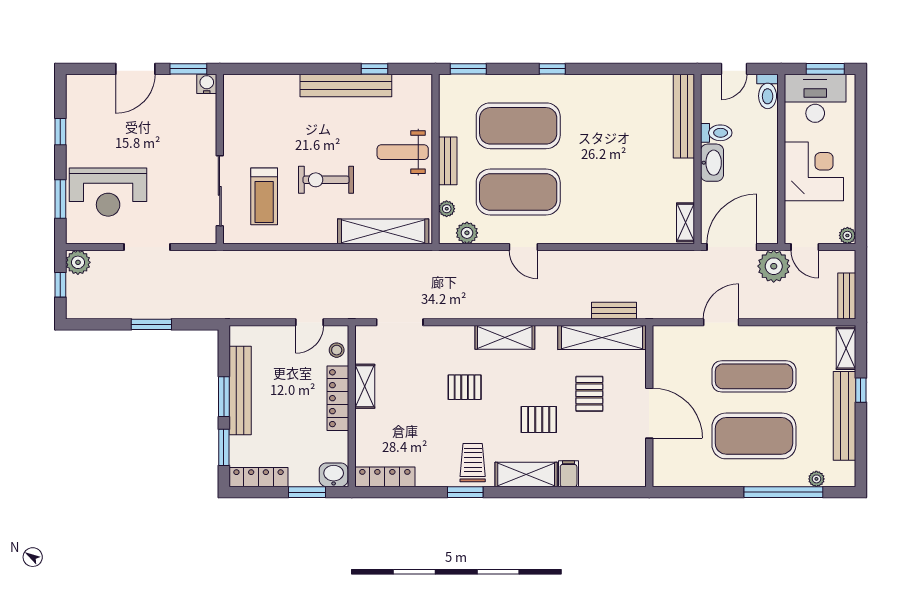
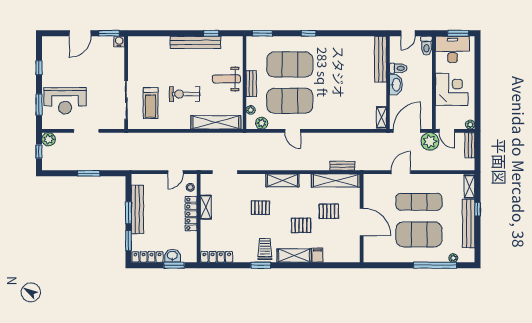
bench: (847, 296) -> (470, 145), moved
pallet: (589, 394) -> (329, 211), turned 90
washbasin: (334, 475) -> (172, 256), moved

